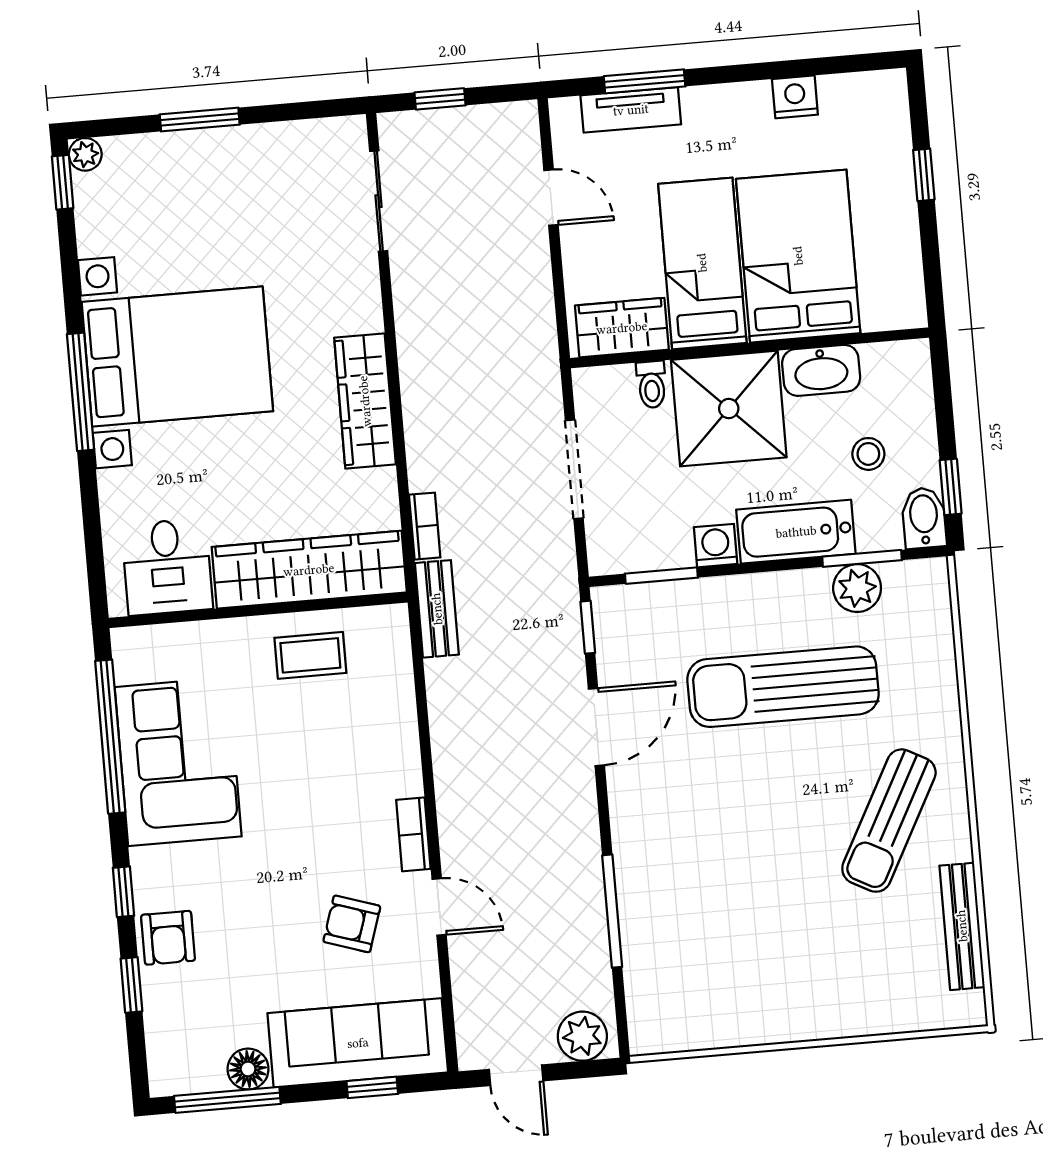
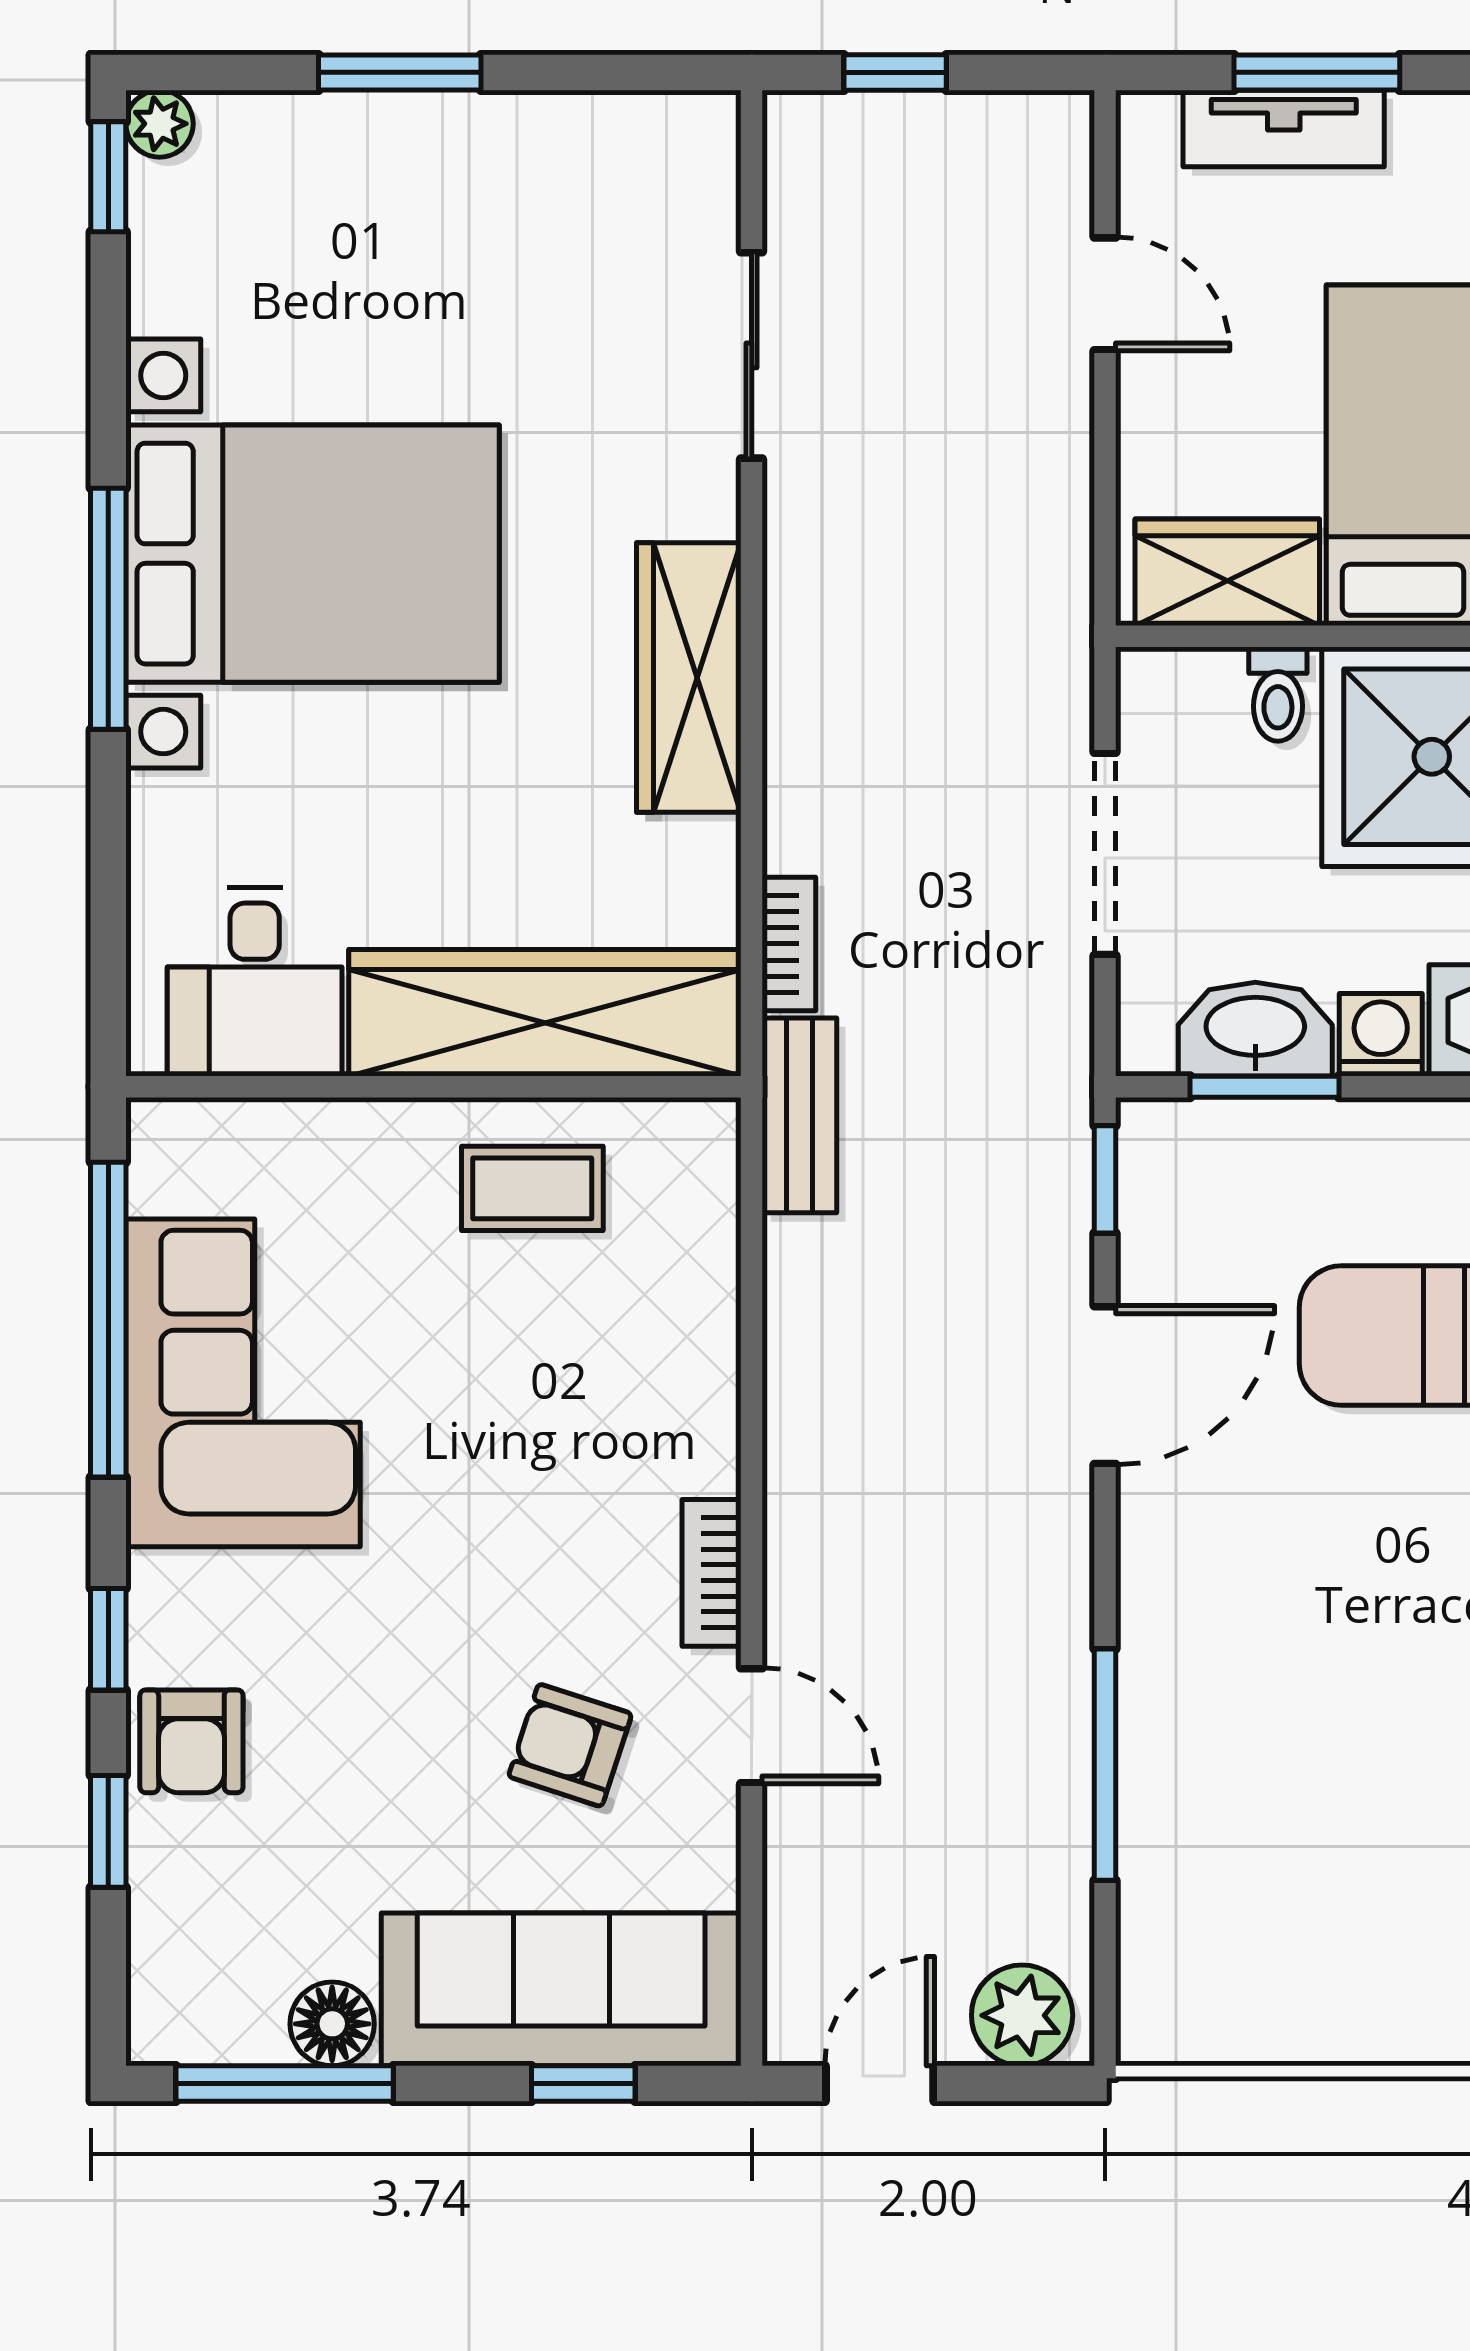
sliding door: (379, 201) -> (752, 355), moved
washbasin: (655, 548) -> (1255, 1029), added
door: (516, 1075) -> (880, 2084), swing flipped

